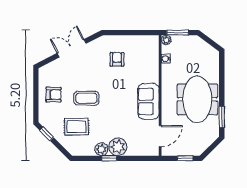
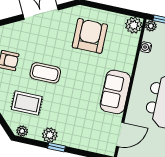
plant: (152, 42) -> (134, 25), added
armchair: (117, 59) -> (90, 36), width x1.88, depth x1.88
plant: (118, 147) -> (22, 131), moved, width x0.53, depth x0.53

